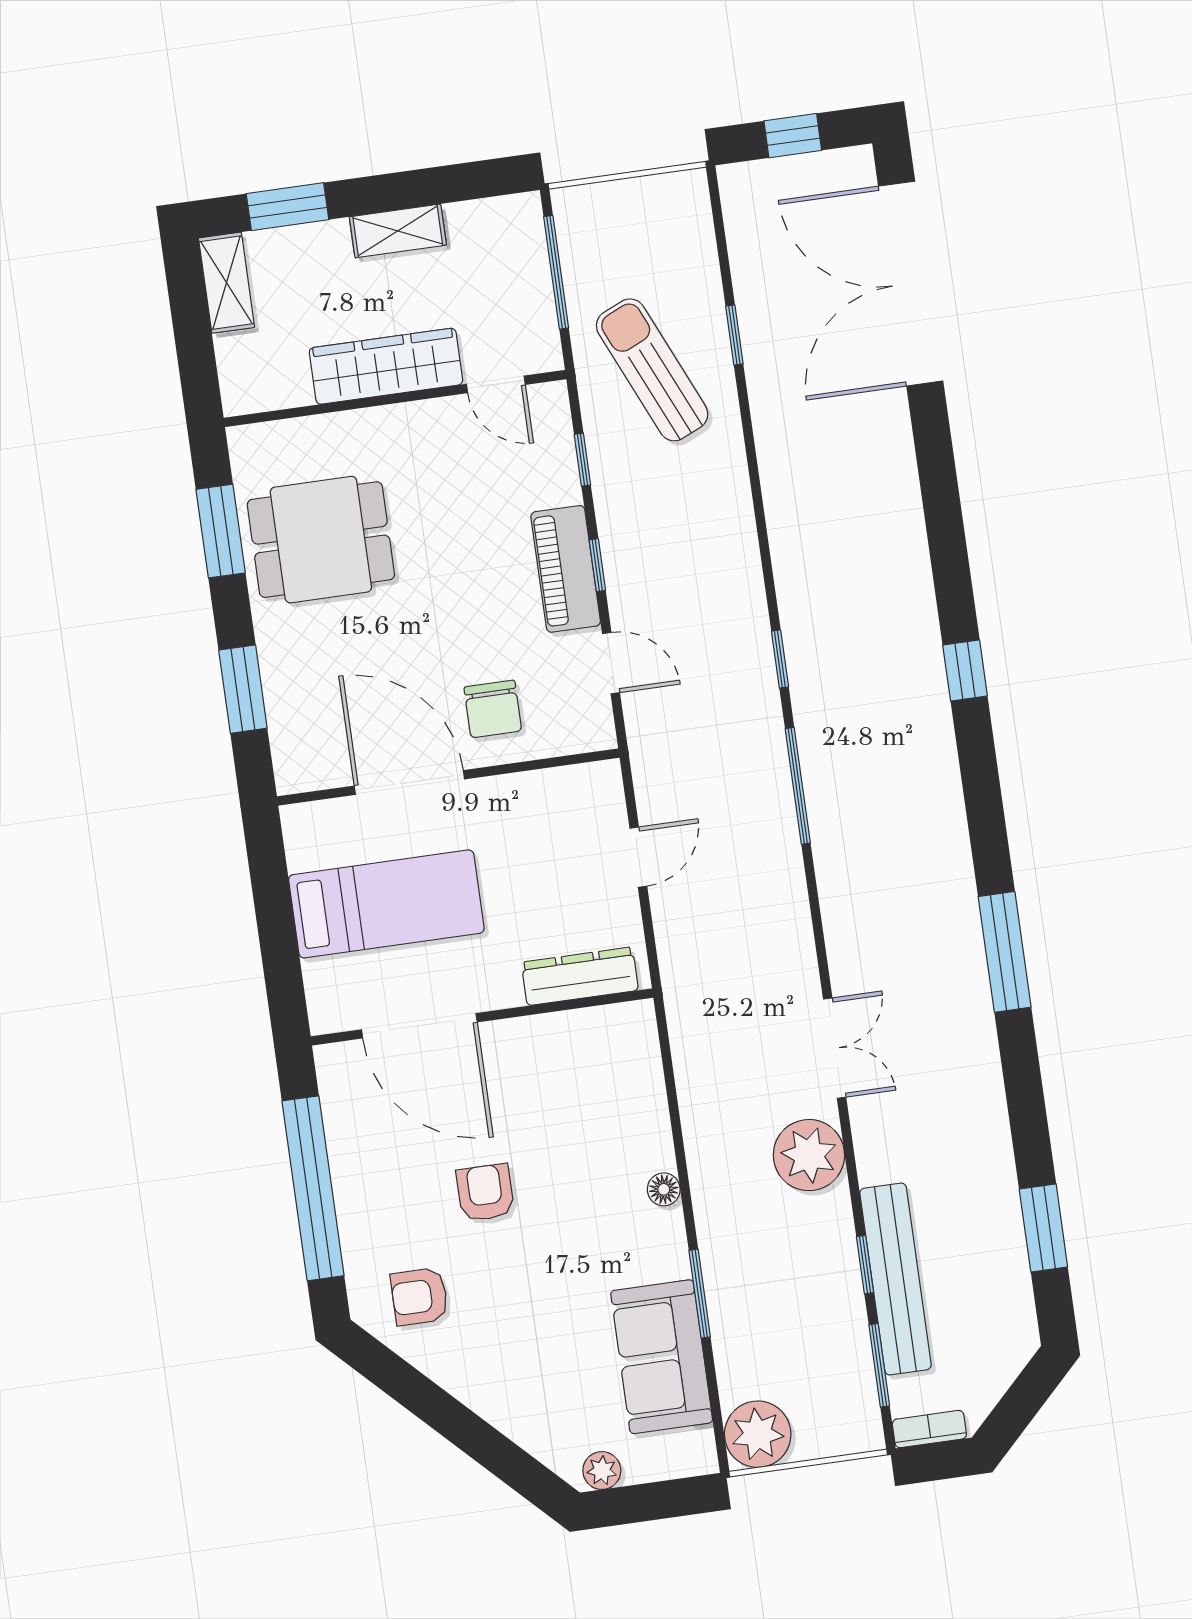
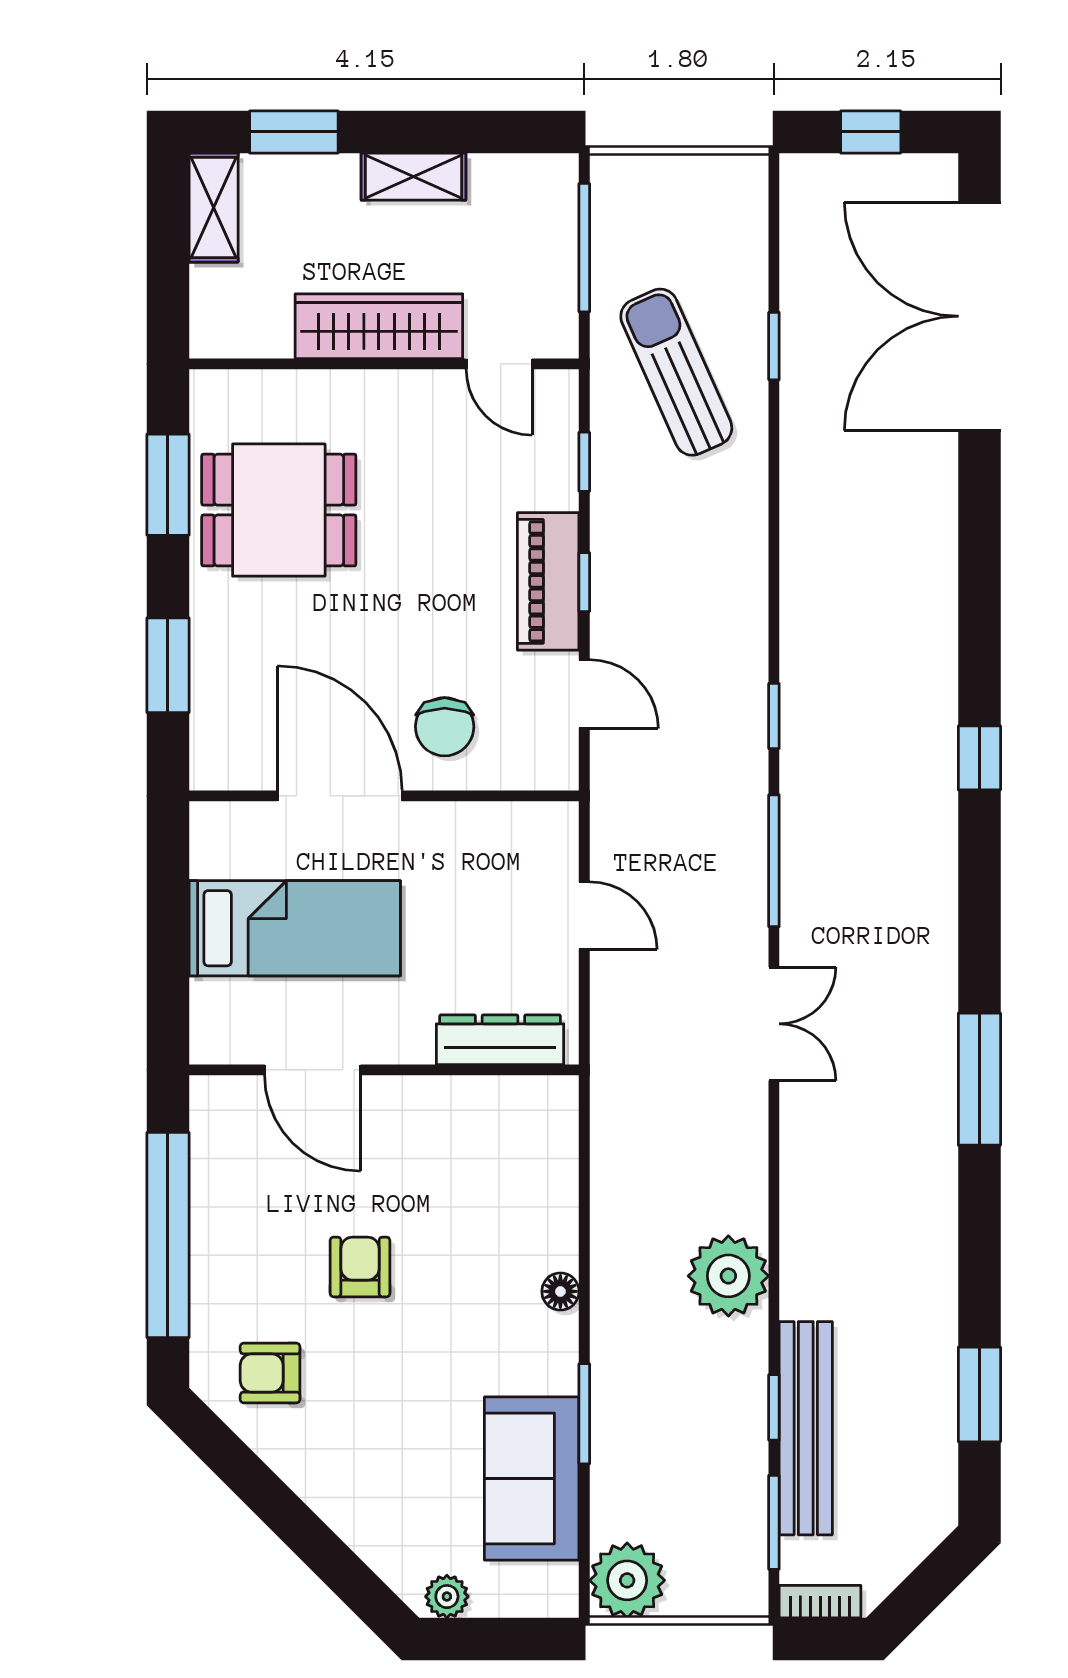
door: (638, 857) -> (584, 916), hinge flipped
door: (419, 1026) -> (313, 1070), width x0.73
double door: (835, 1048) -> (774, 1024), moved

